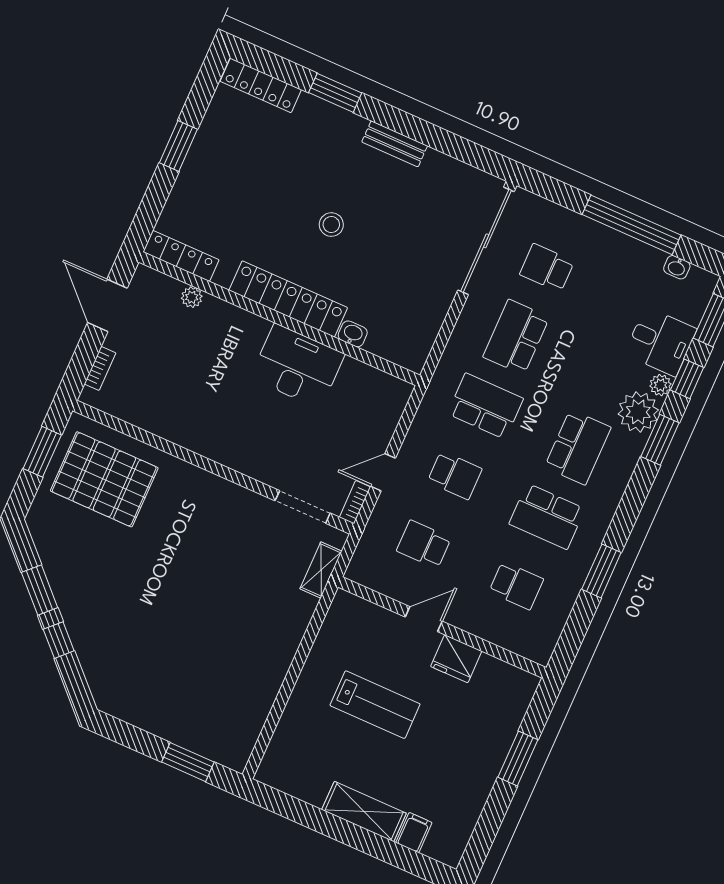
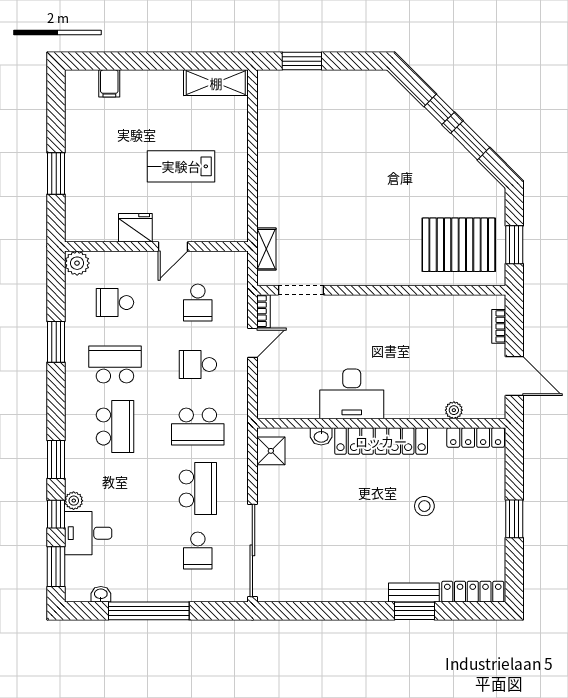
bench: (395, 144) -> (414, 593), moved
stool: (331, 225) -> (424, 506), moved
school desk: (547, 268) -> (198, 550), turned 90
shower: (416, 343) -> (271, 451), added
plant: (638, 412) -> (77, 263), moved, width x0.73, depth x0.73
school desk: (578, 447) -> (115, 427), turned 180
school desk: (424, 544) -> (198, 303), turned 90
shelving: (364, 812) -> (216, 83), moved

